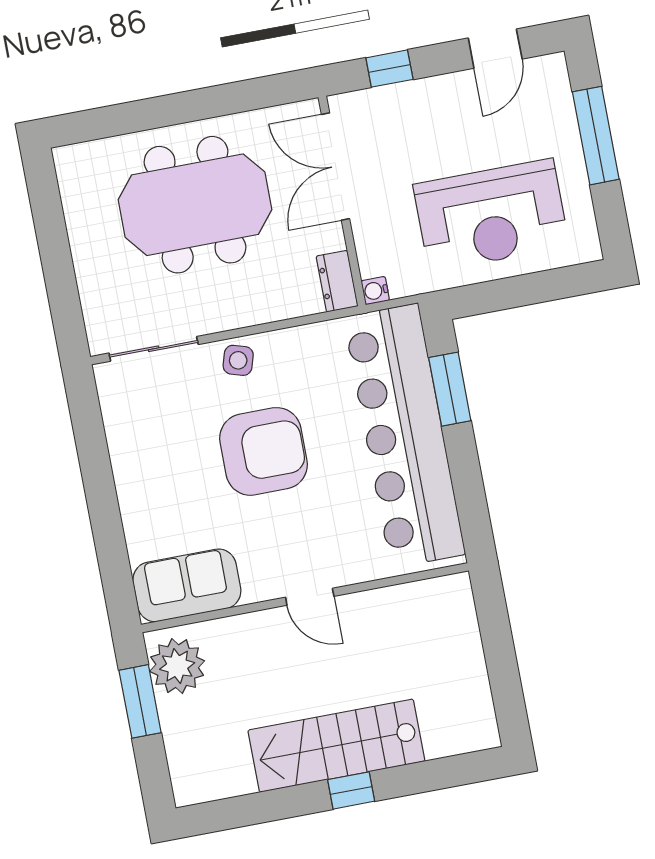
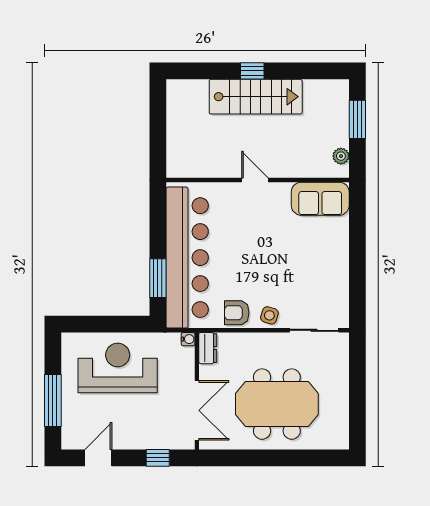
armchair: (263, 451) -> (237, 313), moved, width x0.53, depth x0.53
plant: (177, 666) -> (341, 156), width x0.53, depth x0.53
window: (140, 701) -> (357, 119), moved

